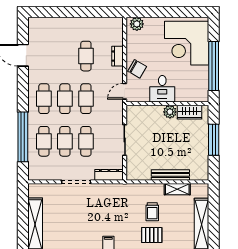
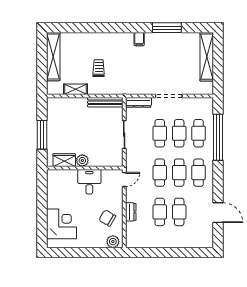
corner desk: (187, 43) -> (62, 224), width x0.74, depth x0.74
cafe table: (65, 56) -> (179, 212), added
window: (214, 66) -> (42, 203), removed
chair: (137, 69) -> (107, 218), moved
bench: (170, 175) -> (105, 102), moved
pallet: (152, 235) -> (99, 47), removed

